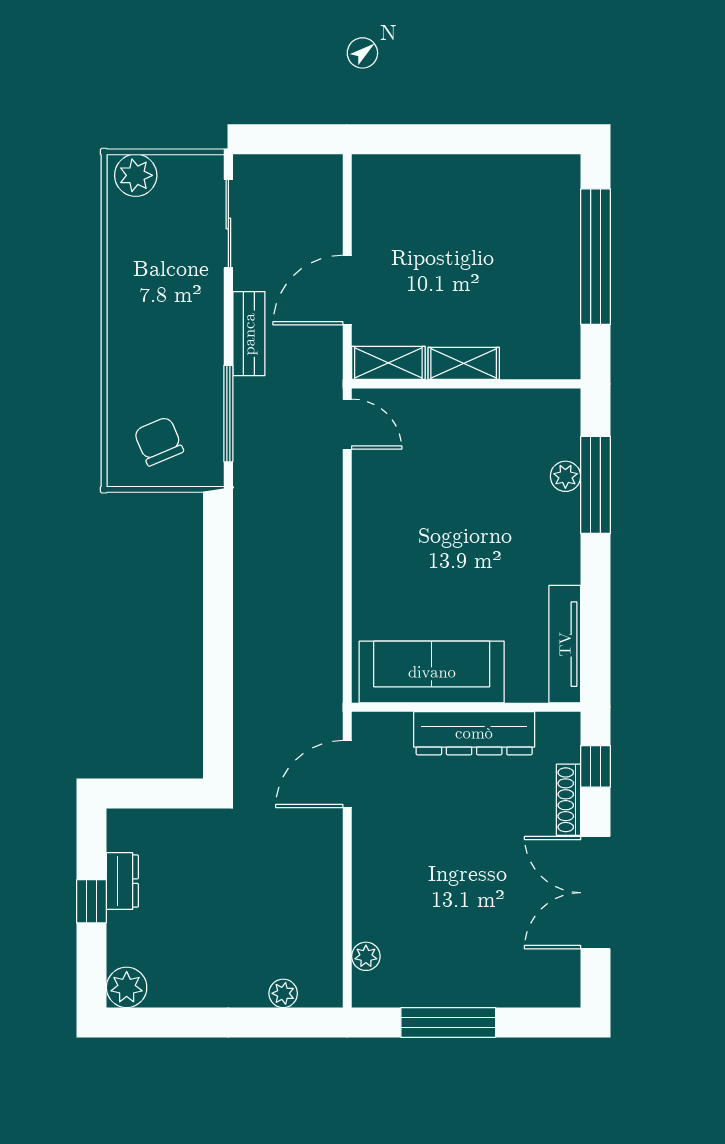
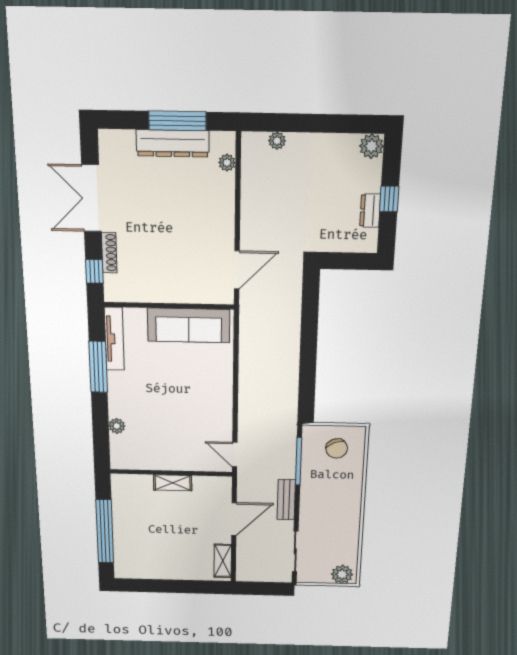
shelving: (388, 363) -> (223, 561), moved, turned 90
window: (596, 485) -> (98, 367), moved
dresser: (474, 733) -> (173, 143), moved, turned 180
double door: (596, 893) -> (91, 198), swing flipped

